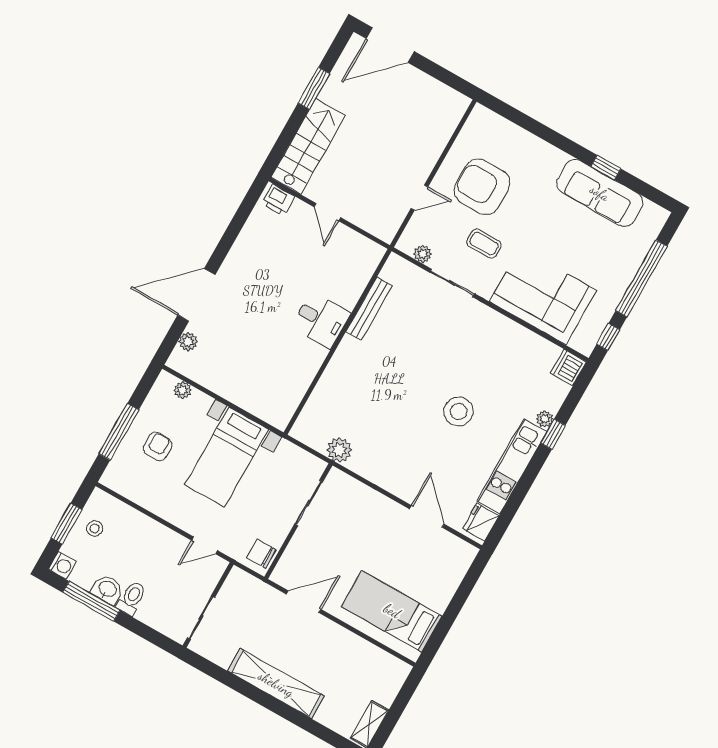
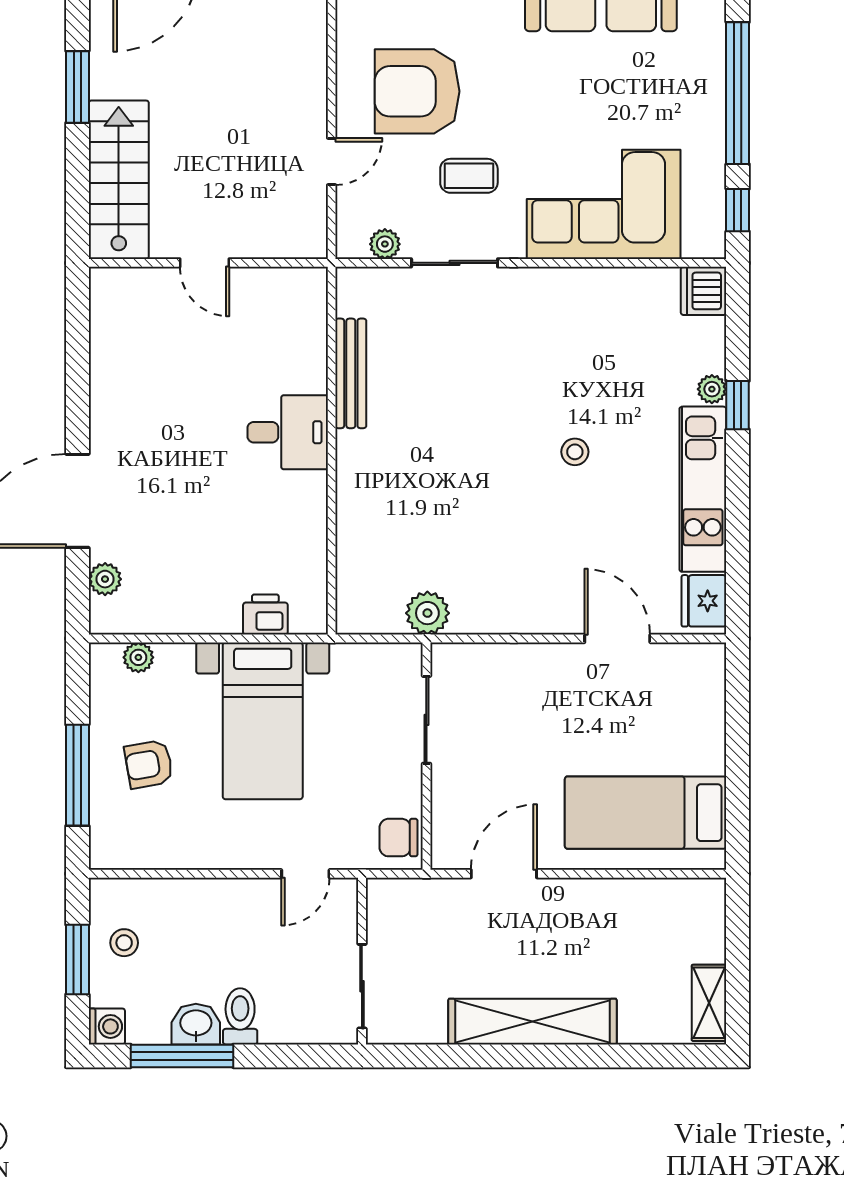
printer: (278, 200) -> (265, 615), moved, turned 180
stool: (459, 411) -> (575, 452), width x0.53, depth x0.53
armchair: (158, 446) -> (149, 764), turned -100

